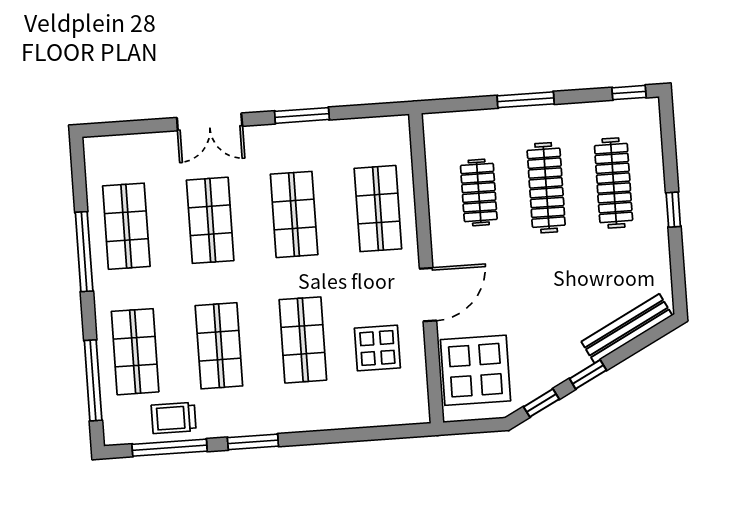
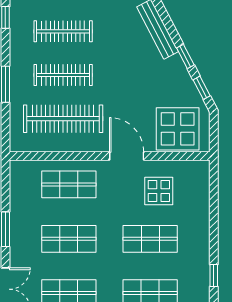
clothes rail: (479, 192) -> (63, 119), width x1.86, depth x1.31
window: (253, 442) -> (214, 276), width x0.67

